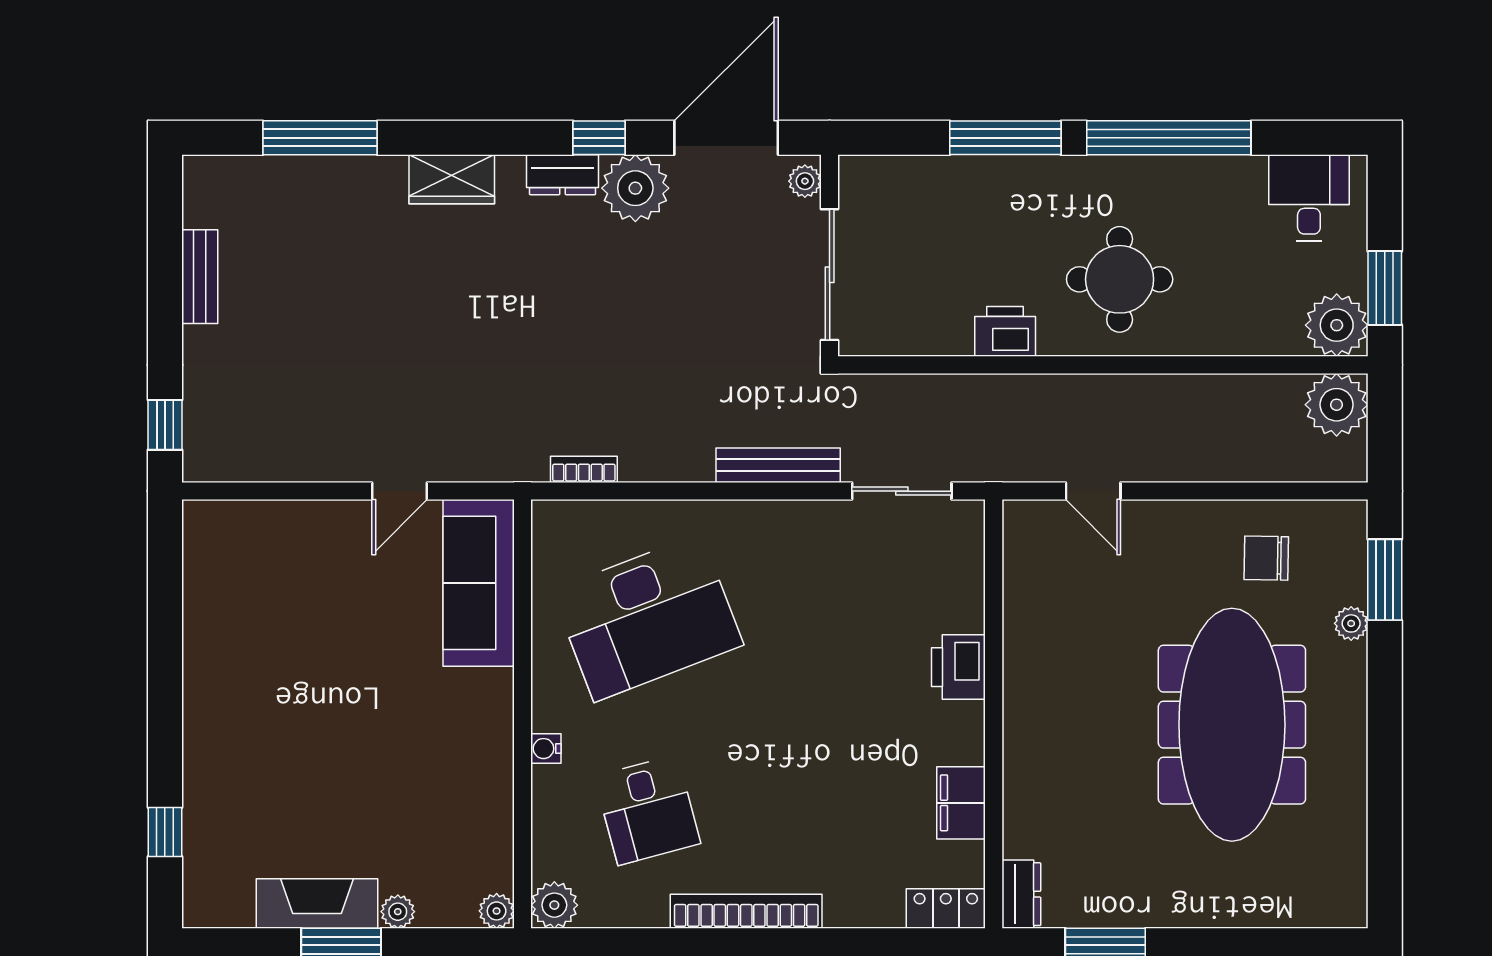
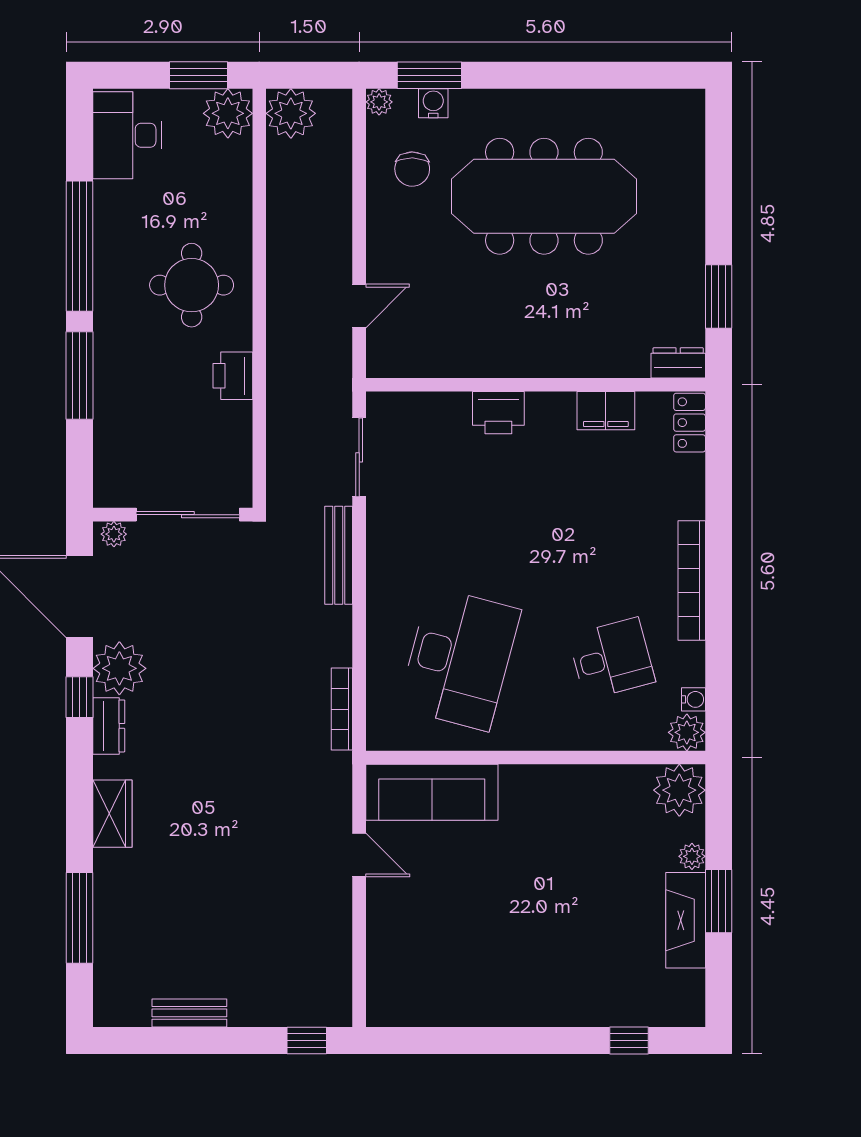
desk: (1309, 198) -> (127, 135), width x1.37
bookcase: (584, 469) -> (342, 709), width x1.56
water cooler: (1350, 585) -> (433, 103), added
desk: (648, 618) -> (459, 659), turned 36
plant: (1351, 623) -> (379, 102), moved
water cooler: (546, 749) -> (693, 699), moved, turned -90
plant: (497, 911) -> (679, 790), width x1.88, depth x1.88

